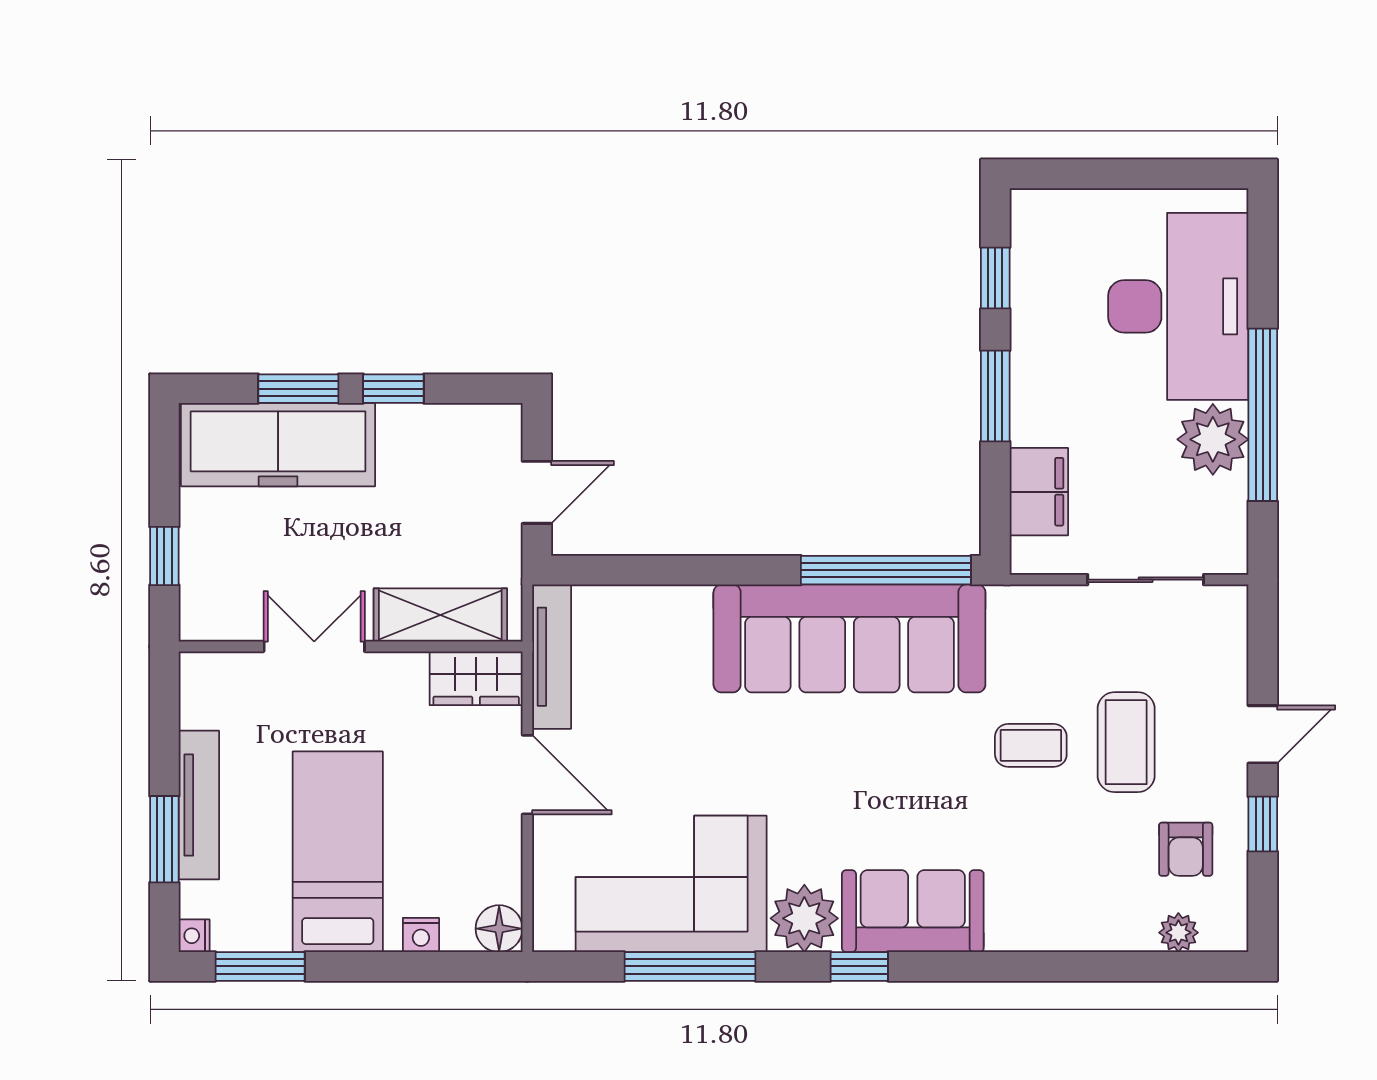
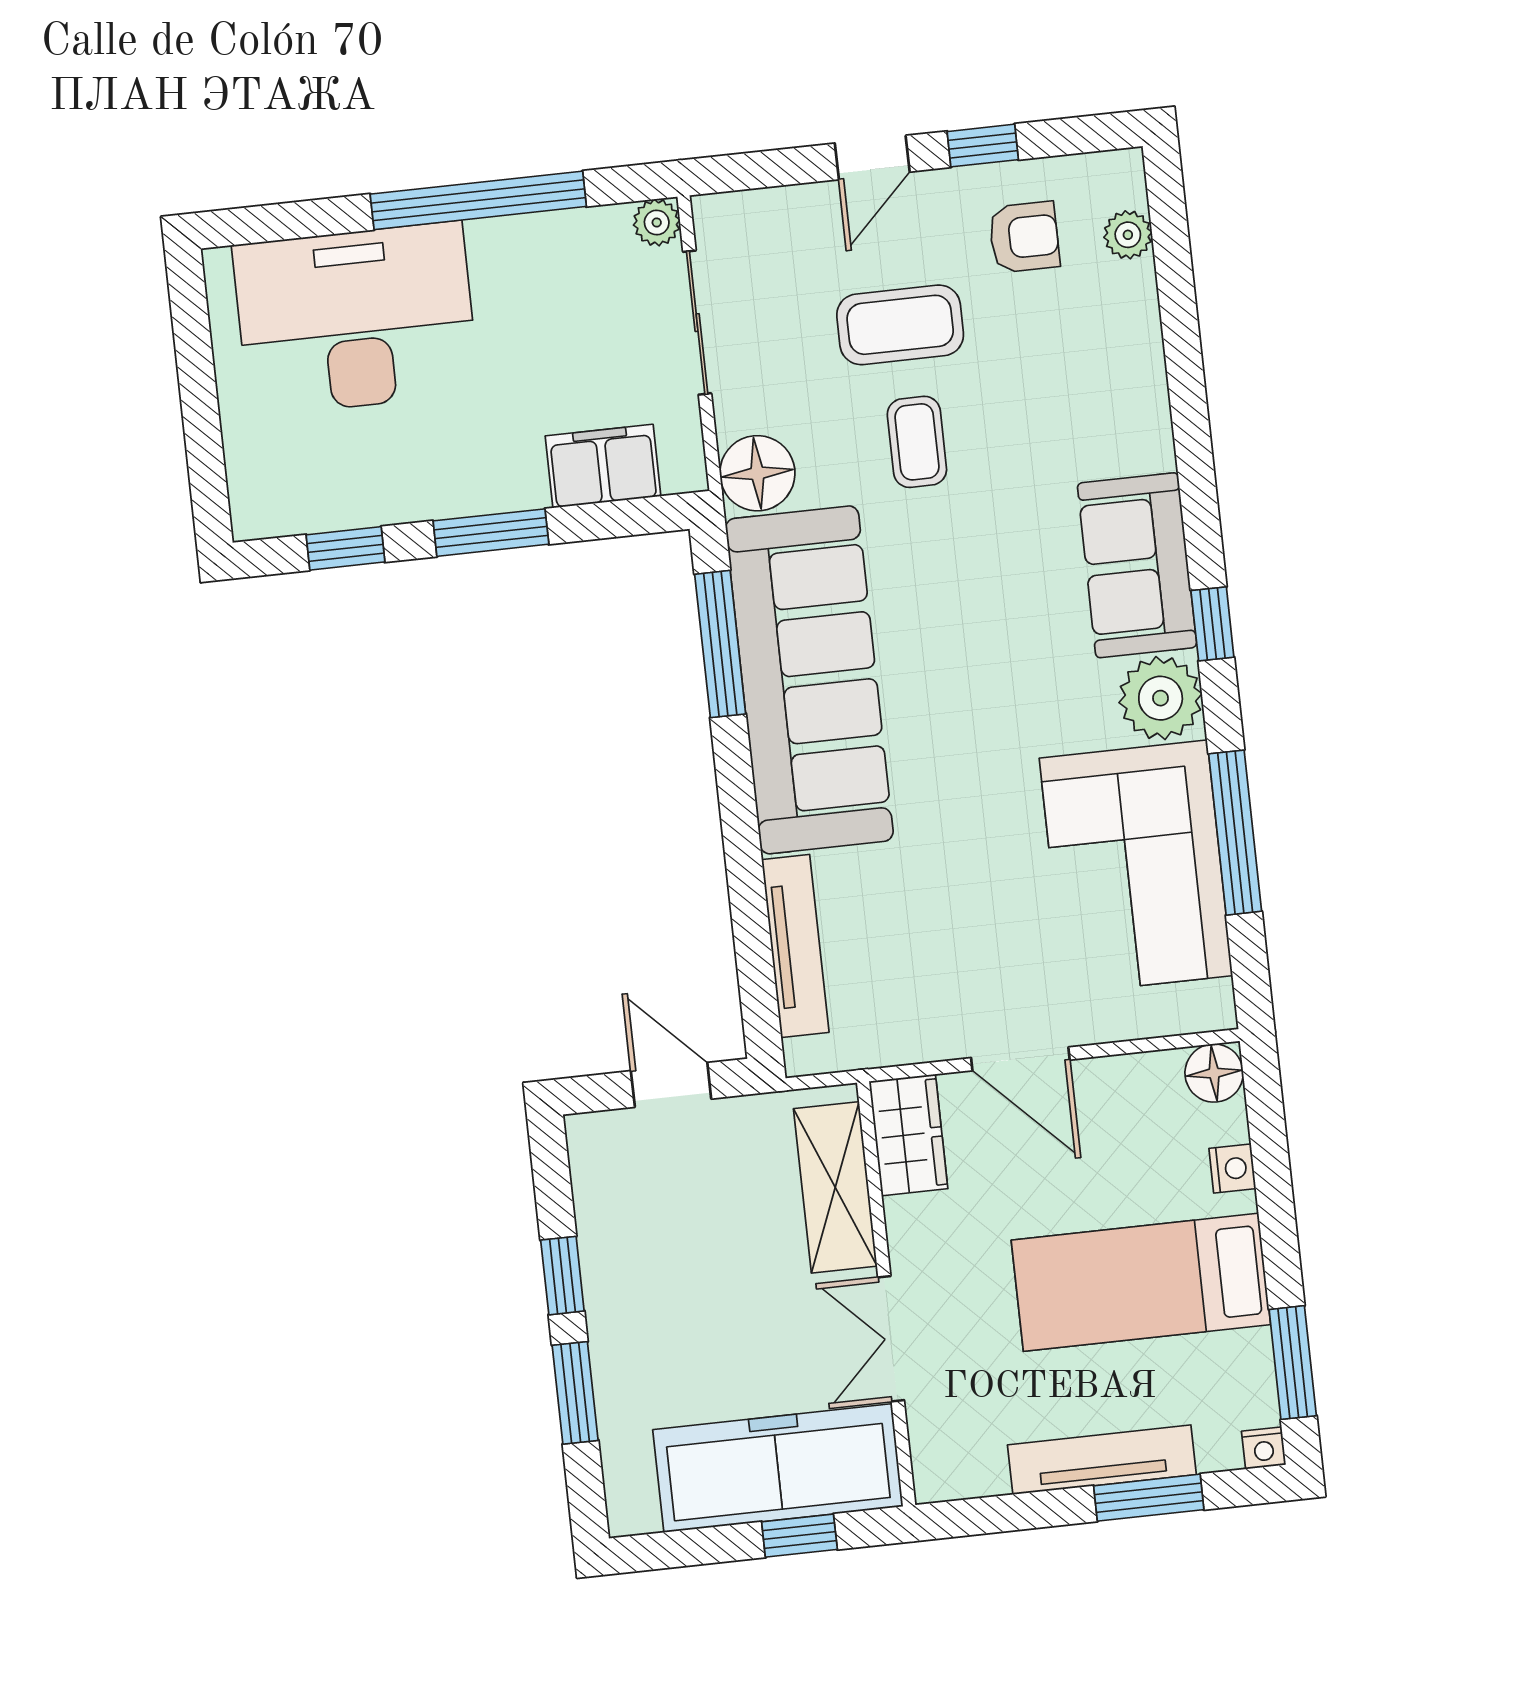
plant: (1213, 439) -> (657, 223), moved, width x0.53, depth x0.53
freezer: (278, 445) -> (778, 1468), moved, turned -90
window: (886, 570) -> (720, 644), width x0.68
floor lamp: (1020, 615) -> (757, 473), added
tv unit: (552, 657) -> (795, 946), moved, turned 90
door: (1263, 734) -> (872, 158), swing flipped
door: (527, 775) -> (1020, 1059), swing flipped

